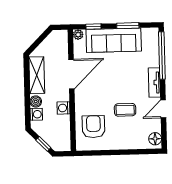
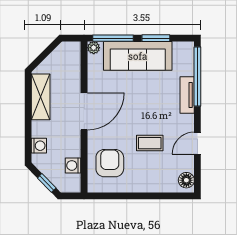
window: (93, 26) -> (113, 38), width x2.17
door: (71, 74) -> (84, 111), moved
tv unit: (154, 83) -> (187, 95), moved
boiler: (36, 101) -> (39, 130), removed
washing machine: (64, 108) -> (73, 165), moved

